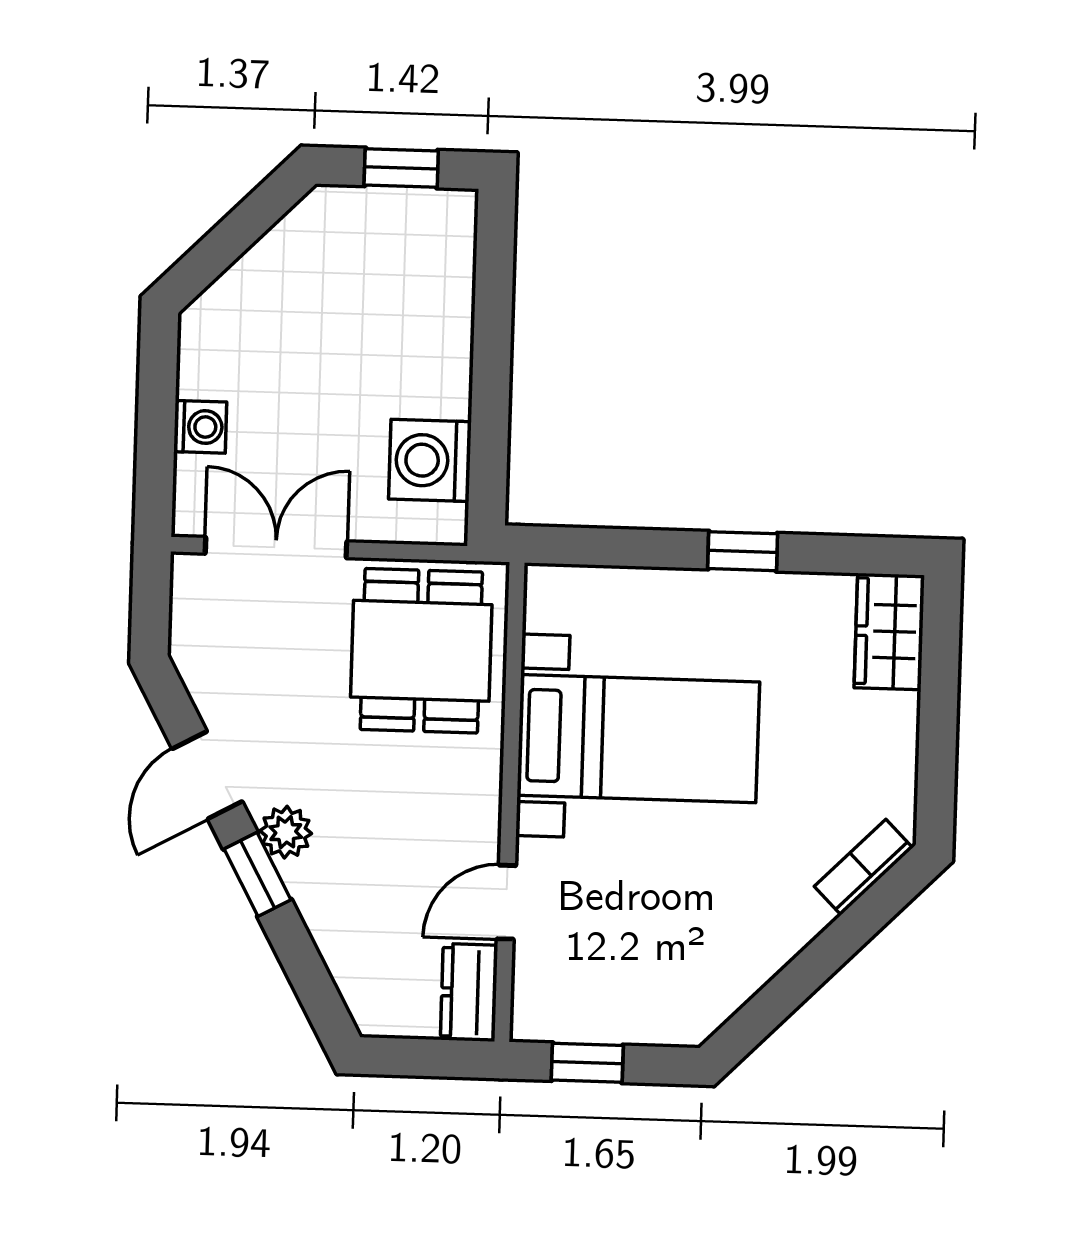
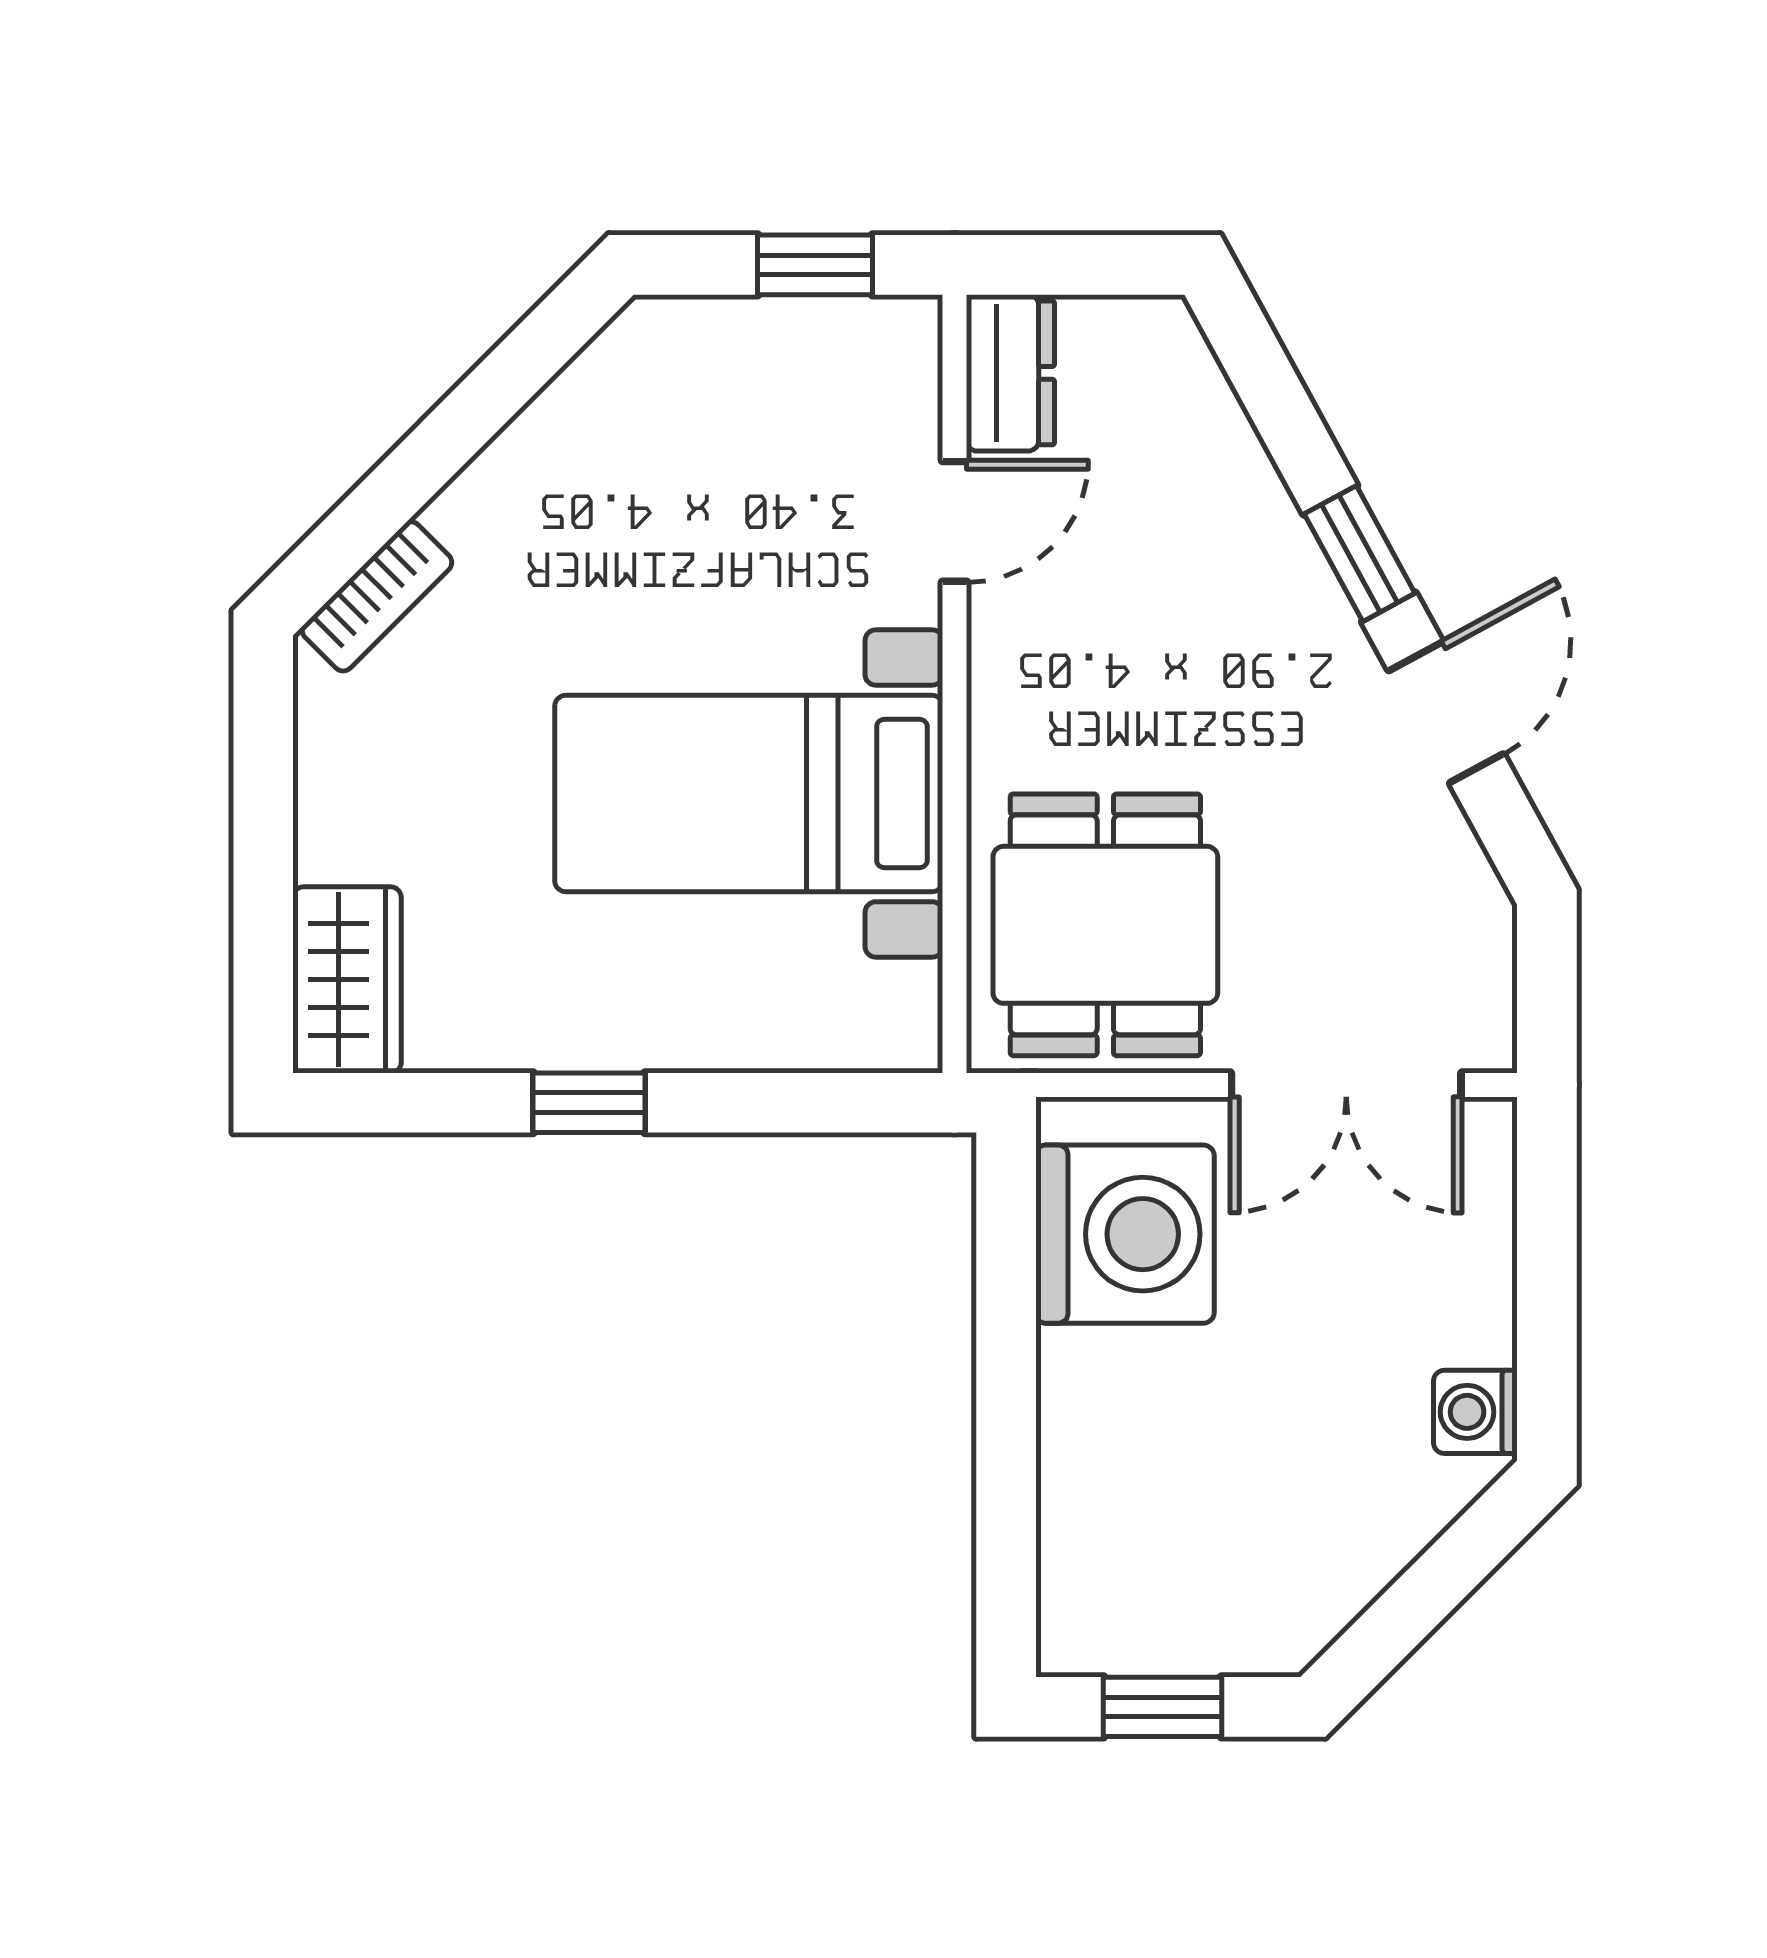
washing machine: (200, 427) -> (1475, 1412), moved
washing machine: (430, 460) -> (1125, 1234), width x1.37, depth x1.37
plant: (286, 832) -> (1316, 624), removed

